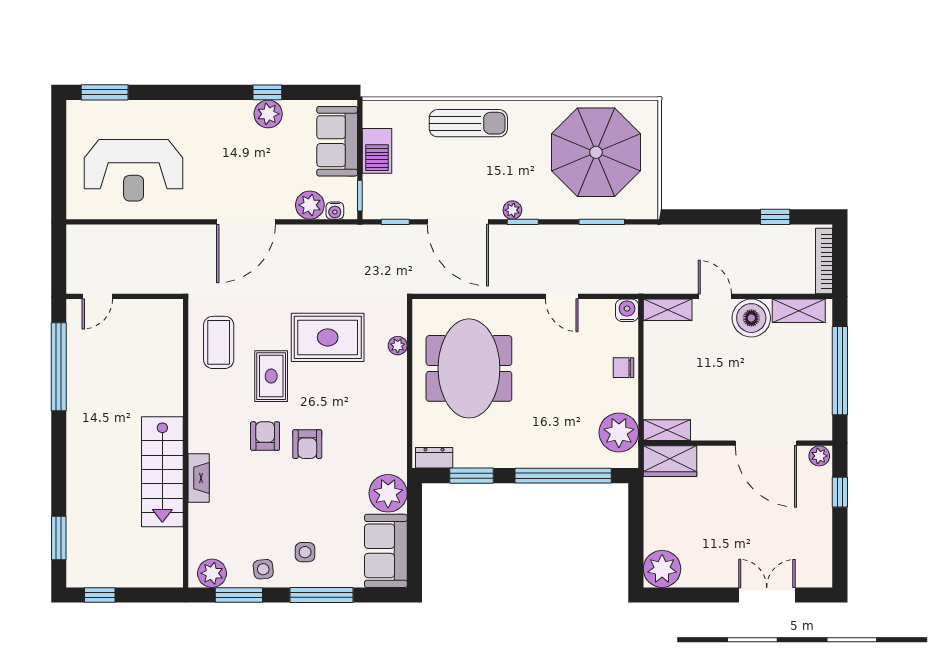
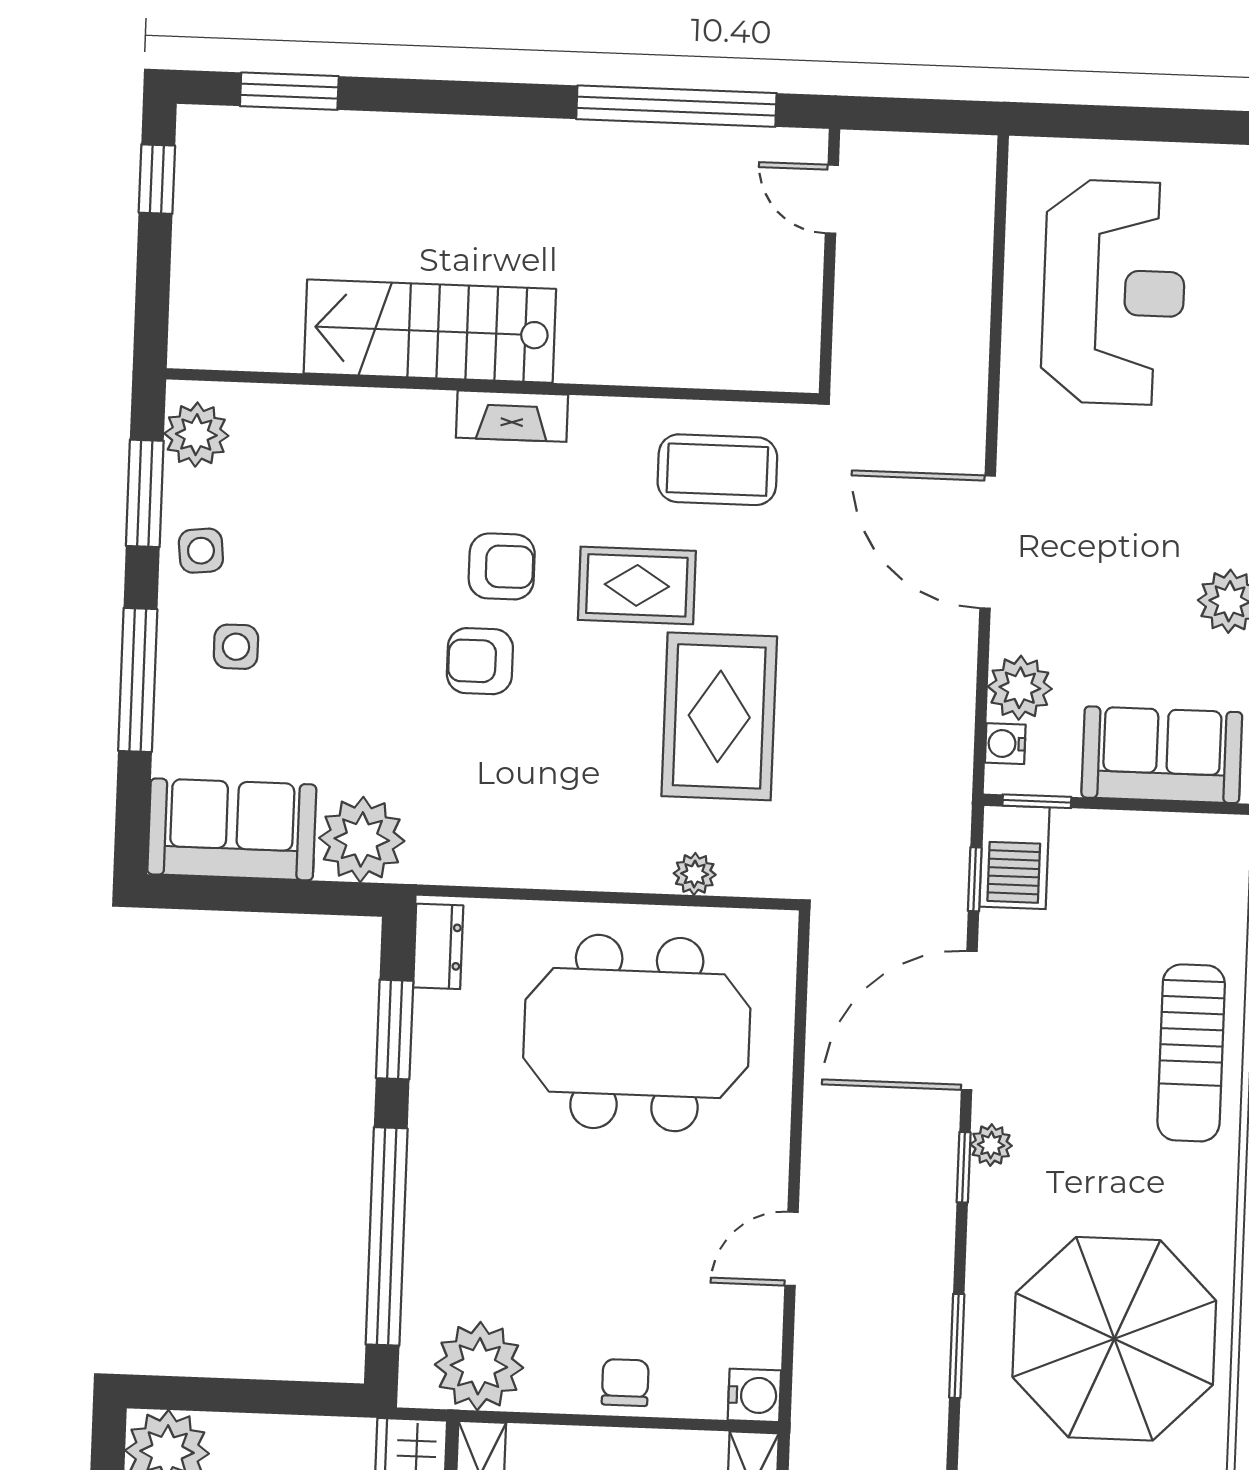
barbecue: (377, 151) -> (1014, 857), moved, turned -90
reception desk: (134, 170) -> (1114, 292), turned 180
fireplace: (199, 478) -> (512, 416), moved

